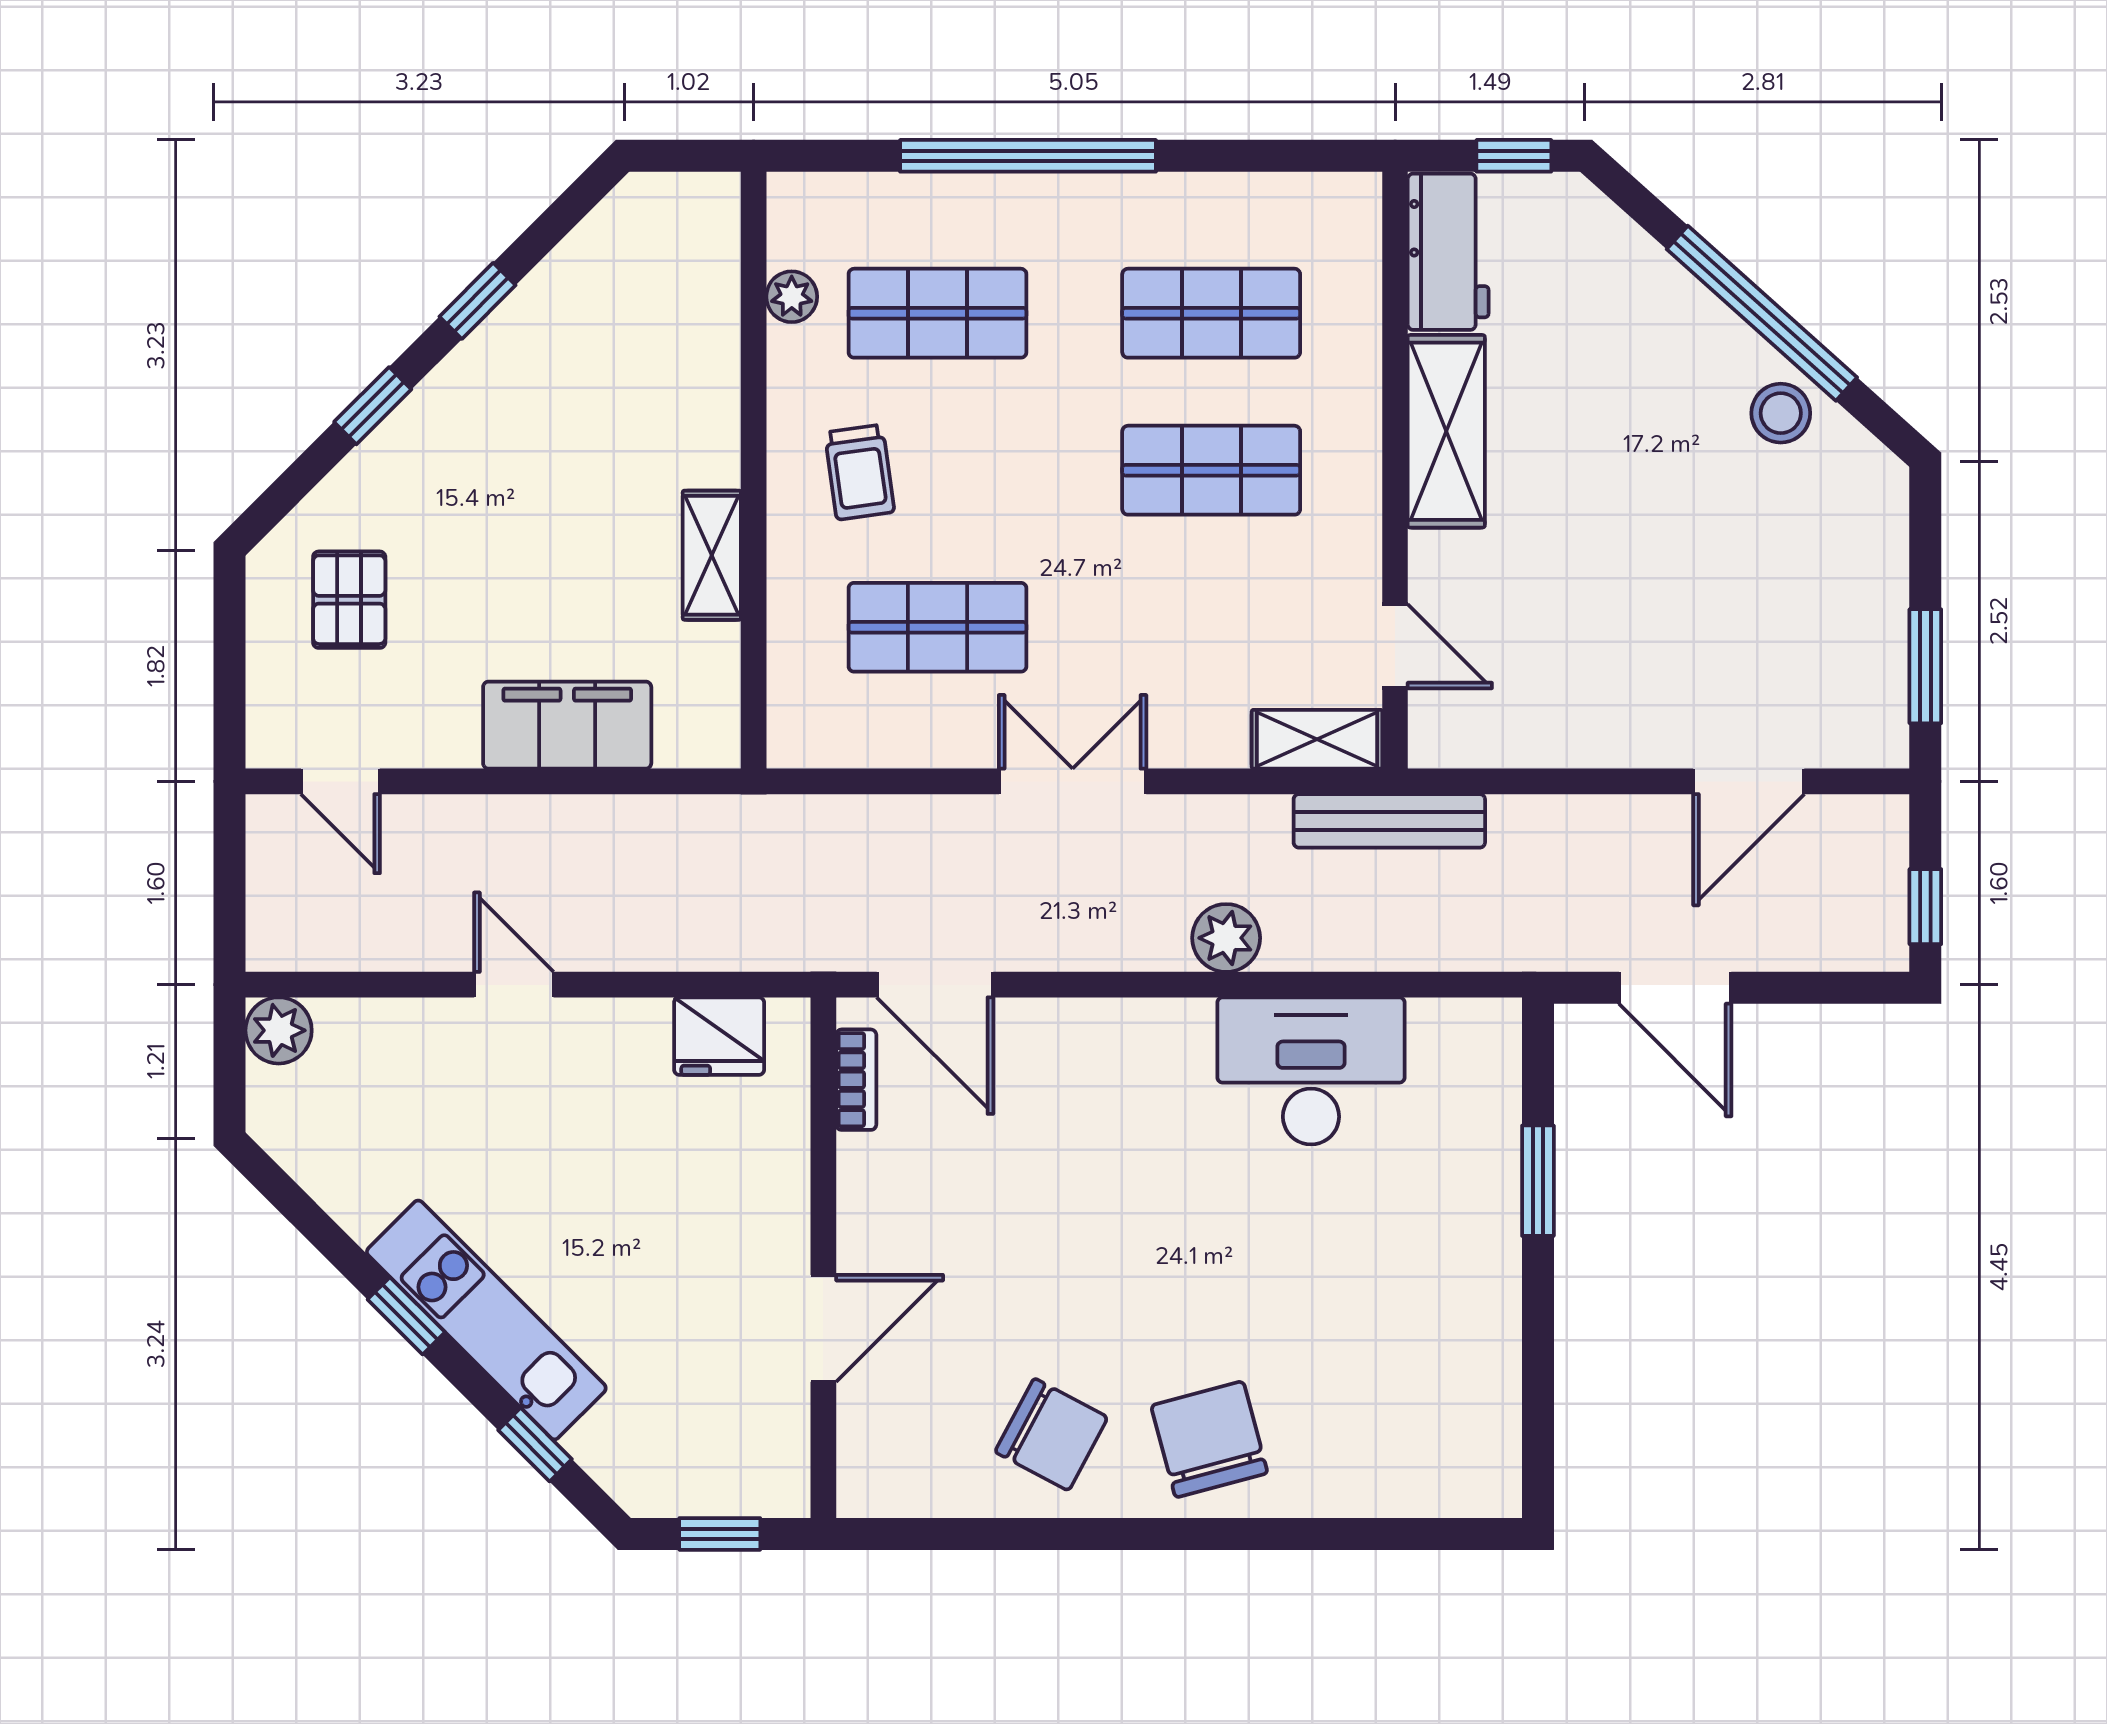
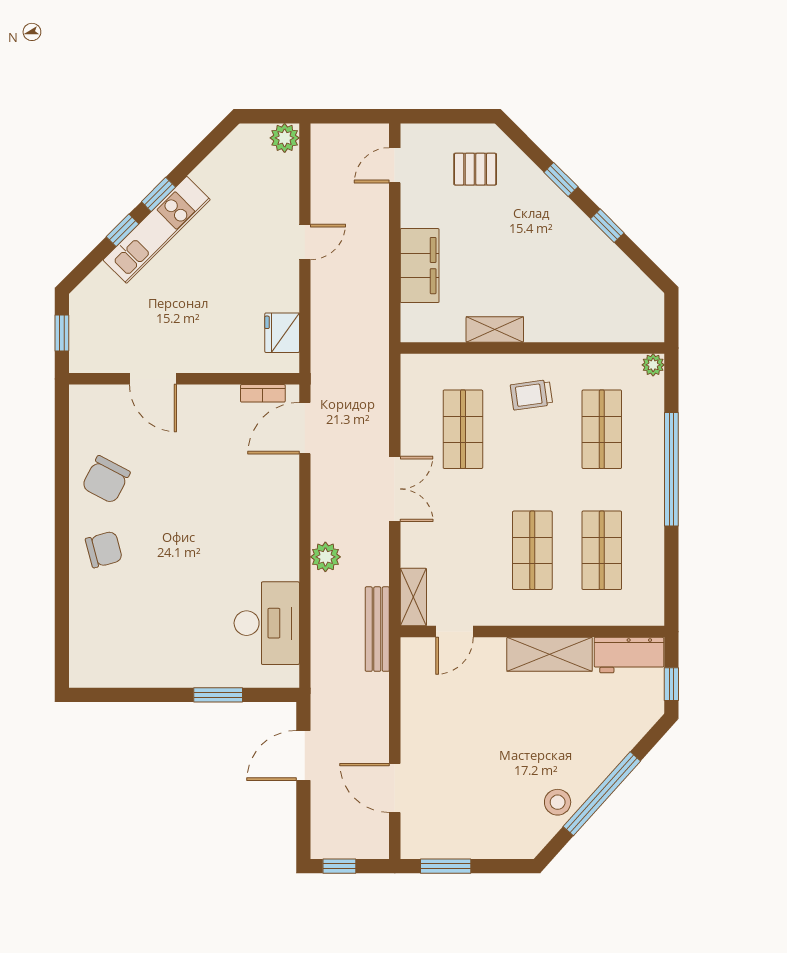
plant: (792, 297) -> (653, 365), moved
desk: (1311, 1071) -> (267, 623), moved
chair: (1209, 1439) -> (104, 549), width x0.73, depth x0.73
window: (535, 1445) -> (123, 230), moved

